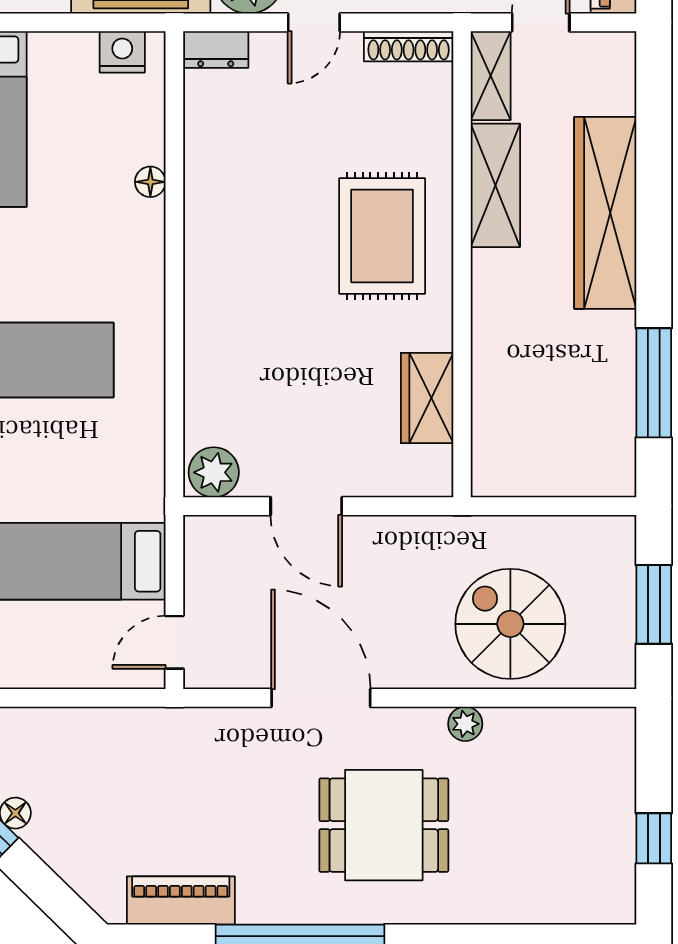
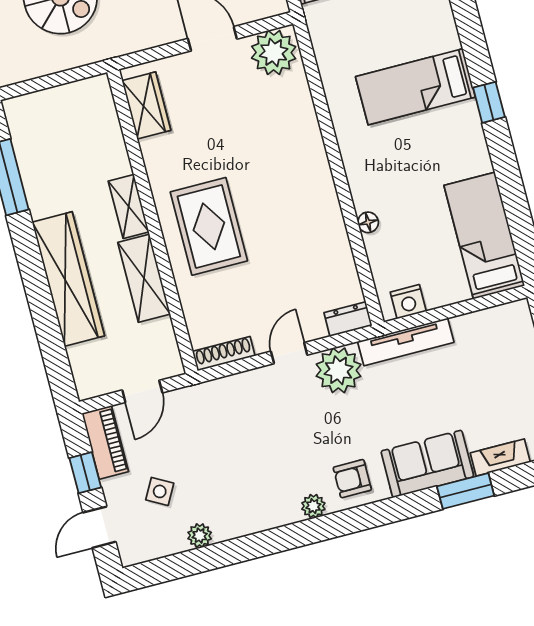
shelving: (491, 76) -> (129, 206), moved
wardrobe: (427, 398) -> (146, 105), moved
plant: (214, 472) -> (274, 52), width x1.36, depth x1.36

